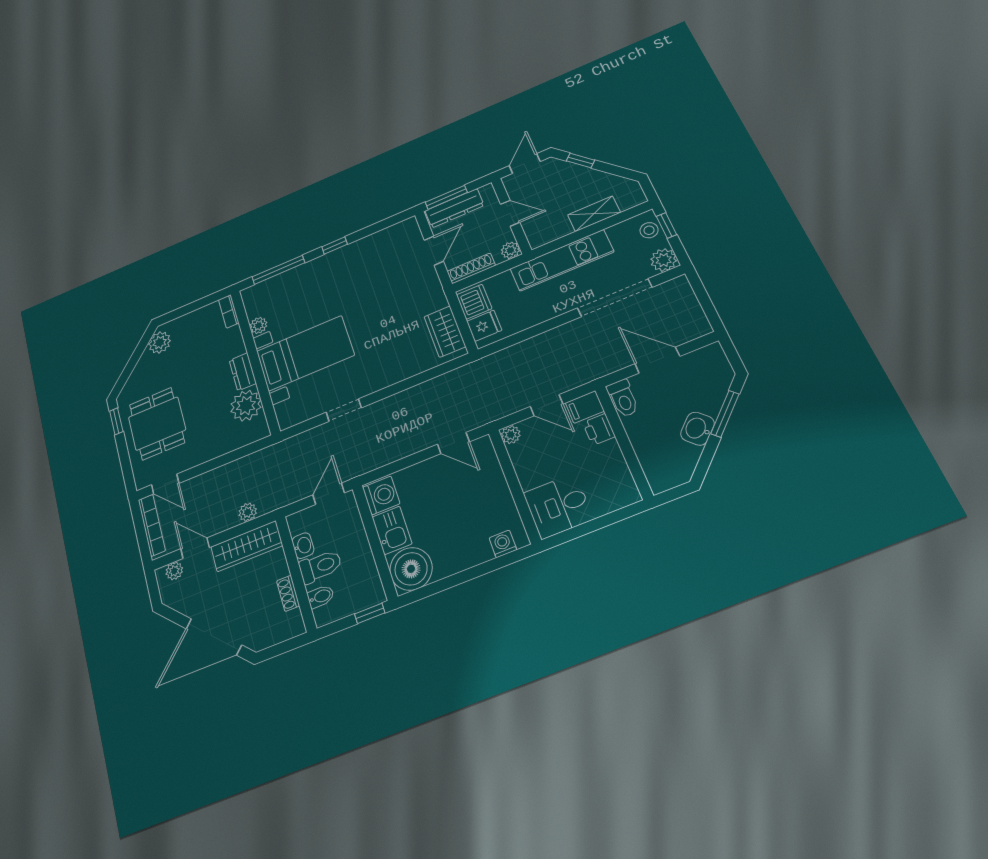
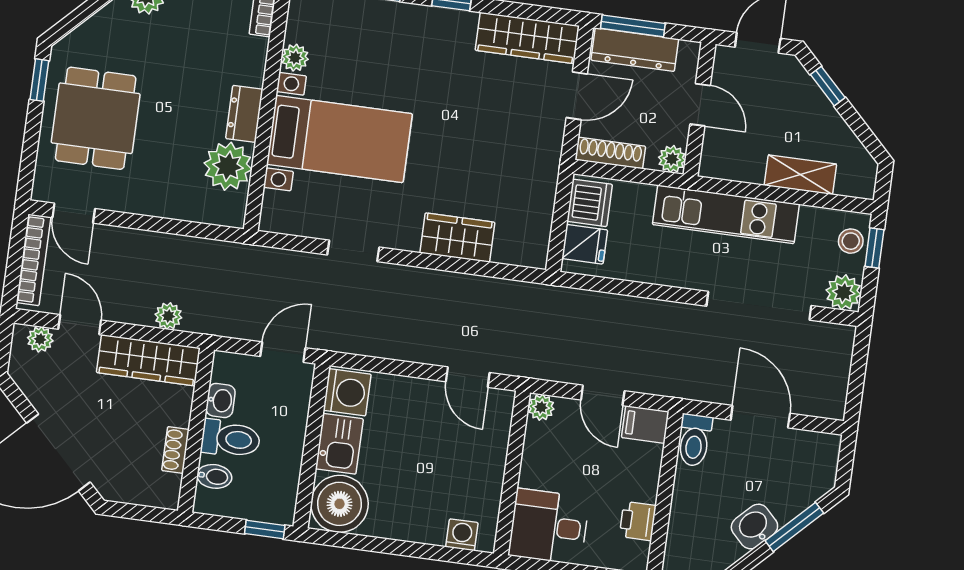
wardrobe: (388, 238) -> (527, 38), added
wardrobe: (445, 332) -> (457, 238), moved, turned 90
printer: (599, 429) -> (638, 521), moved

